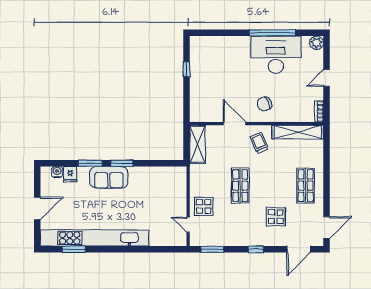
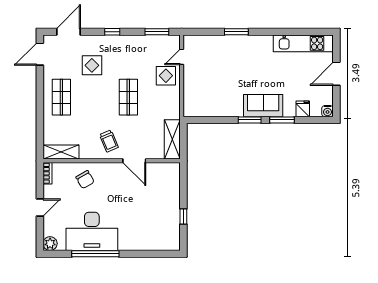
chair: (264, 104) -> (85, 180), moved, turned 82
shelving: (298, 132) -> (61, 152), width x0.68
water cooler: (57, 172) -> (327, 111), moved
door: (188, 225) -> (182, 57), swing flipped
kitchen unit: (95, 238) -> (303, 43), width x0.54
window: (74, 249) -> (236, 32), moved

